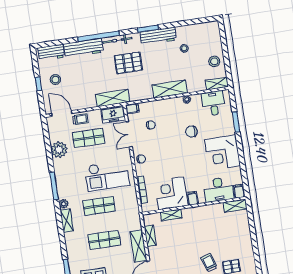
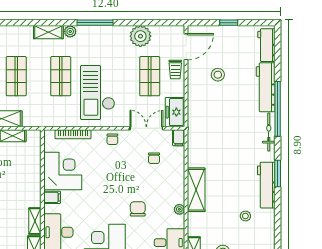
pallet: (128, 63) -> (238, 142), removed
stool: (55, 80) -> (218, 75), moved
shelving: (113, 98) -> (196, 115), removed
shelving: (171, 215) -> (35, 221), moved

